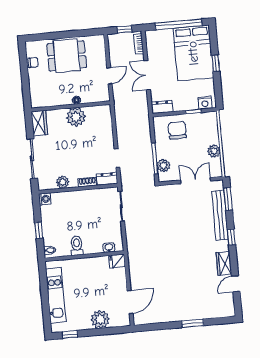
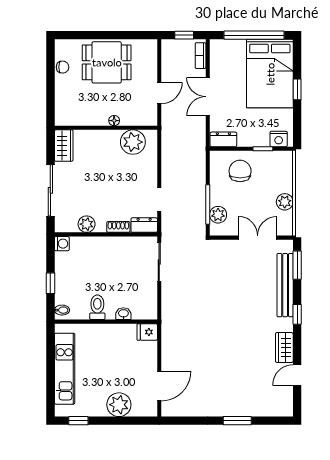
plant: (76, 117) -> (133, 142), moved
washbasin: (109, 248) -> (123, 314), moved

